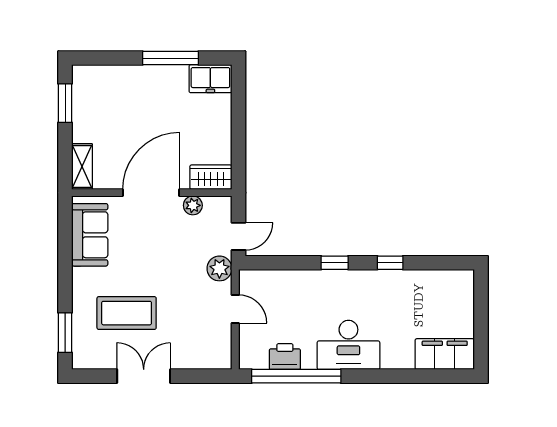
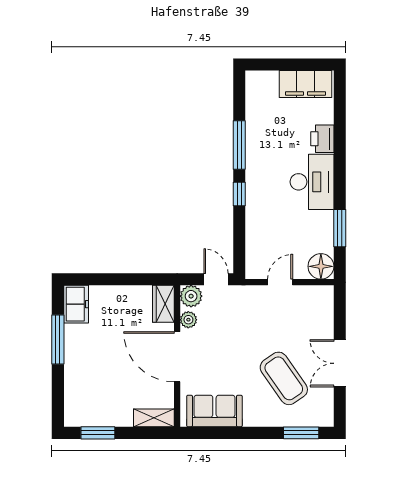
window: (390, 263) -> (239, 145), width x2.17
plant: (219, 268) -> (191, 296), moved
coffee table: (127, 313) -> (284, 378), turned -35
filing cabinet: (445, 354) -> (305, 84), moved, turned -90
floor lamp: (253, 355) -> (321, 266), added
printer: (285, 357) -> (322, 139), moved
window: (296, 376) -> (340, 228), width x0.47

